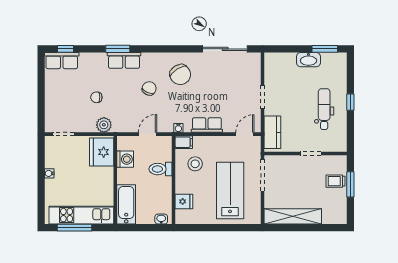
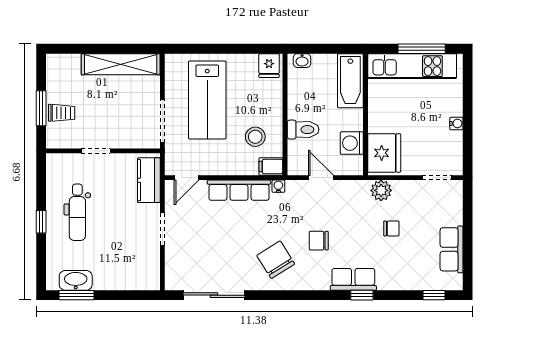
window: (118, 49) -> (362, 295), width x0.67
washbasin: (308, 60) -> (76, 280), moved
row of seats: (62, 61) -> (452, 249), moved, turned -90
chair: (149, 88) -> (319, 241), turned 66
row of seats: (207, 125) -> (239, 190), width x1.48
door: (147, 134) -> (321, 178), swing flipped
fridge: (184, 201) -> (269, 66), moved, turned -90

